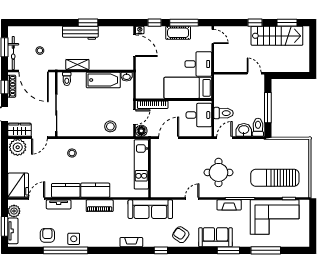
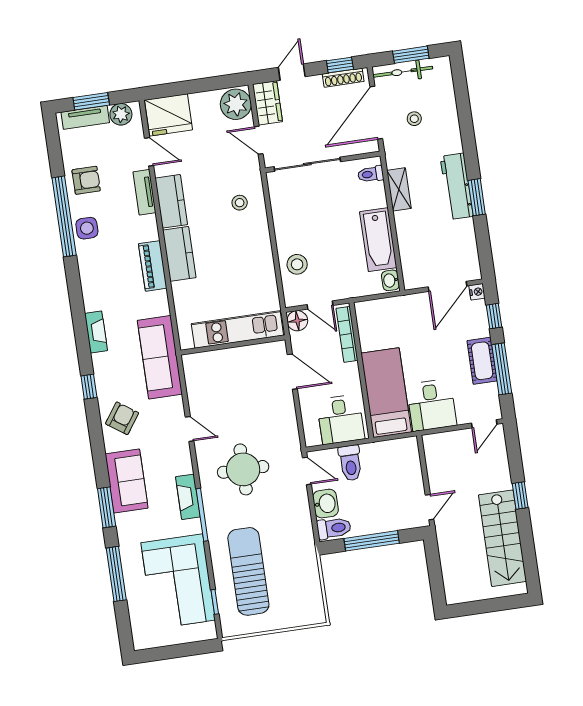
window: (287, 23) -> (529, 553), removed

